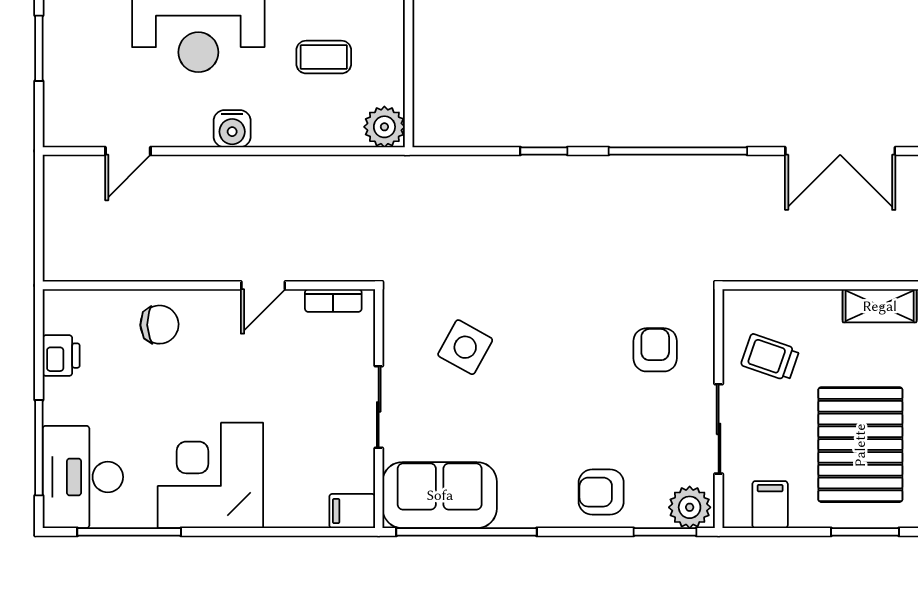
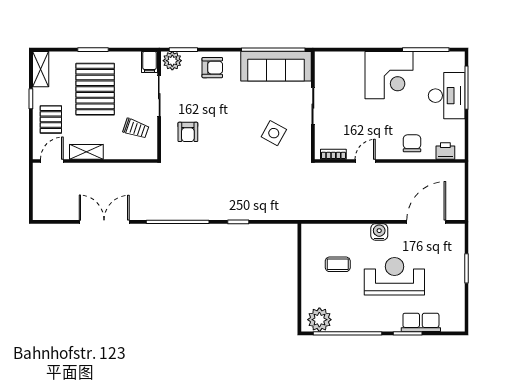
plant: (384, 127) -> (310, 233), removed
door: (128, 151) -> (426, 222), width x1.87
chair: (159, 325) -> (412, 143), turned 92
printer: (61, 356) -> (445, 151), moved, turned 90
desk: (83, 477) -> (447, 96), moved
sofa: (440, 495) -> (276, 66), width x1.36
filing cabinet: (770, 505) -> (150, 62), moved
filing cabinet: (352, 511) -> (325, 59), removed

